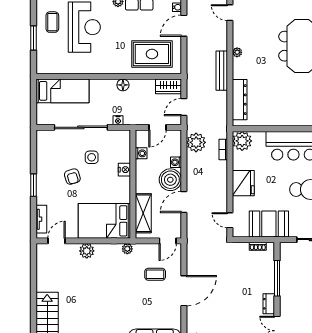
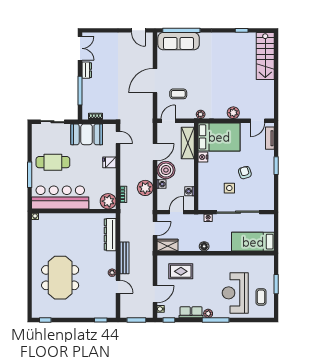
door: (230, 13) -> (118, 287), moved
rug: (152, 54) -> (181, 271), width x0.73, depth x0.70
plant: (196, 142) -> (145, 188), moved
nightstand: (124, 170) -> (203, 157), moved
fridge: (243, 183) -> (109, 162), width x0.53, depth x0.75

